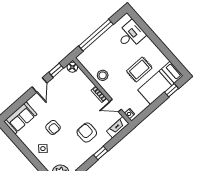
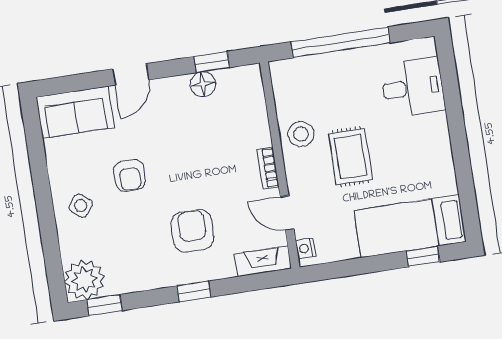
floor lamp: (72, 67) -> (203, 84), moved
rug: (139, 69) -> (351, 157), moved, turned 90
door: (40, 85) -> (131, 74), moved

